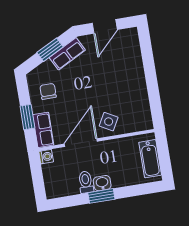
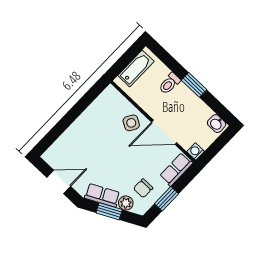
plant: (47, 68) -> (126, 203), added
window: (27, 117) -> (167, 199), moved
toilet: (86, 182) -> (170, 84), moved
washbasin: (102, 183) -> (217, 124), moved

